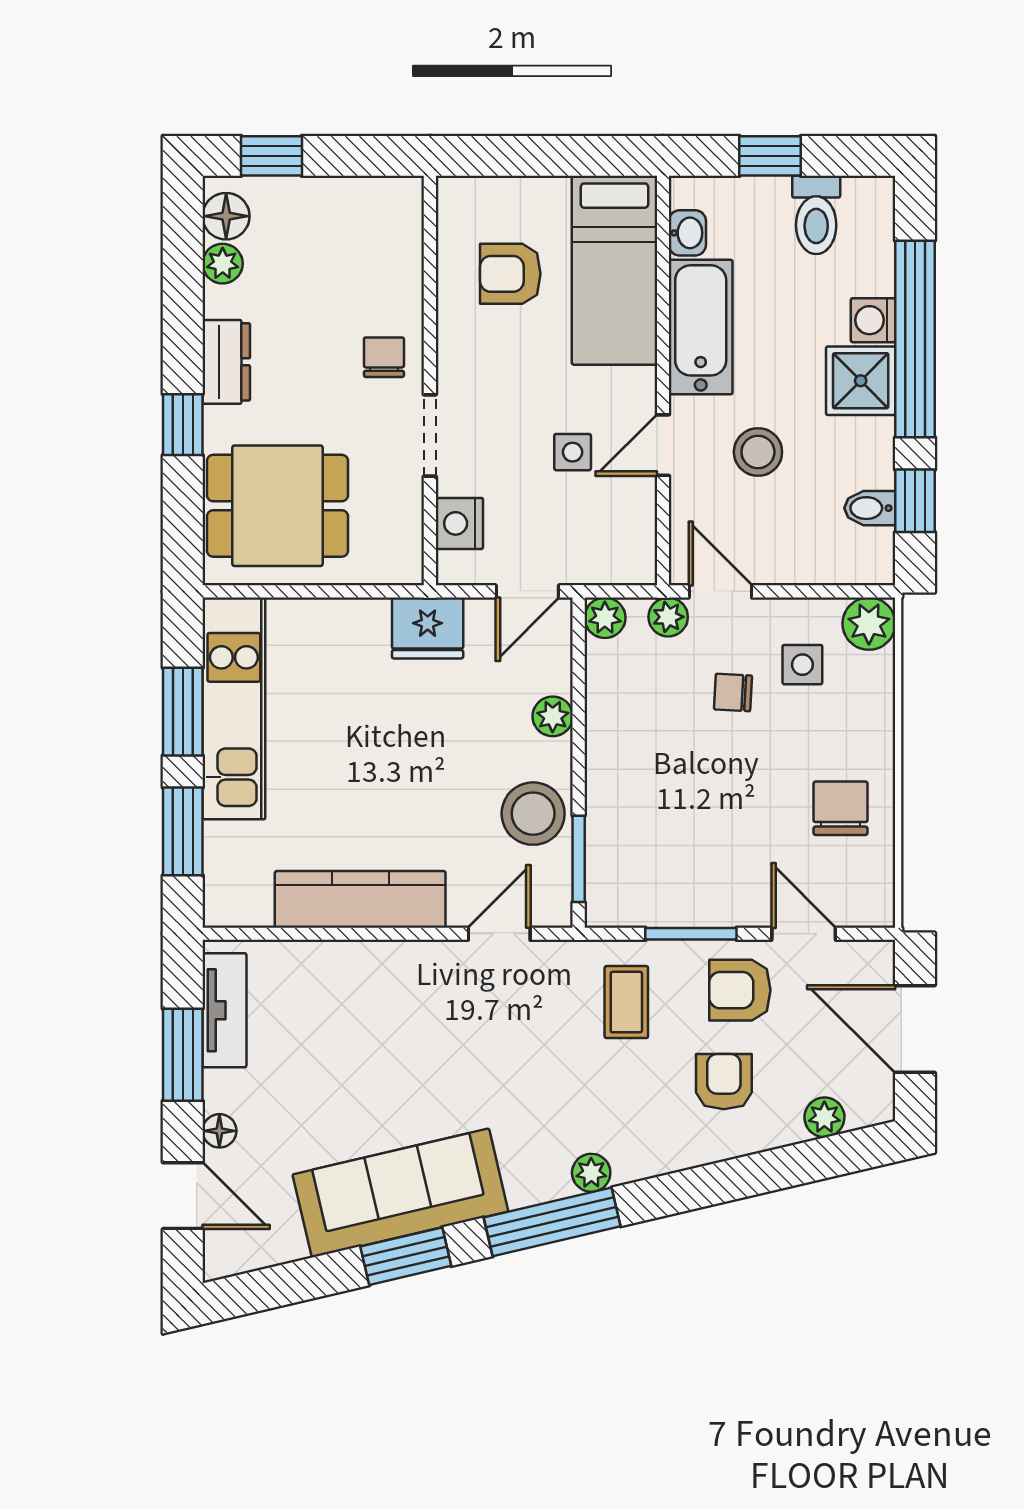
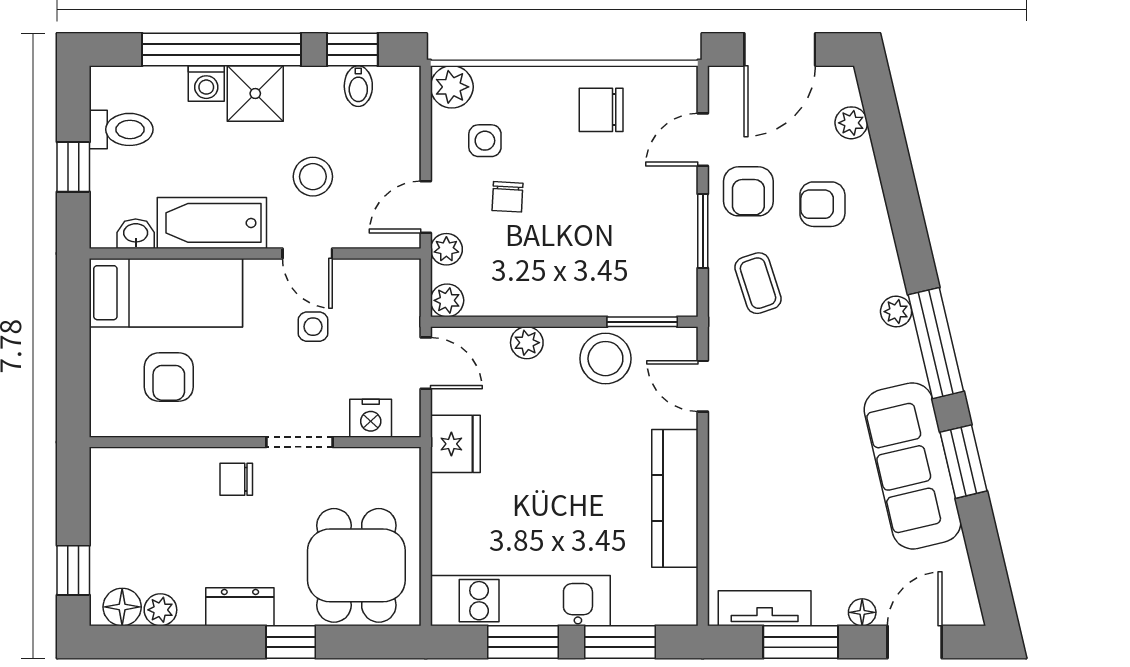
coffee table: (626, 1002) -> (758, 283), turned 72

